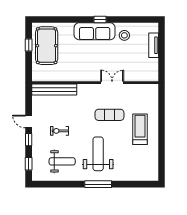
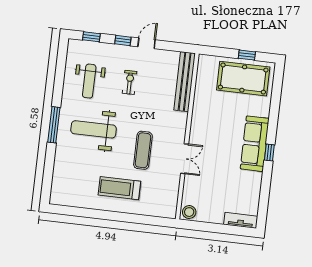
stool: (124, 35) -> (189, 212), moved
tv unit: (154, 45) -> (241, 220), moved
treadmill: (140, 129) -> (119, 188), turned 180
weight bench: (98, 154) -> (94, 129), turned 180

